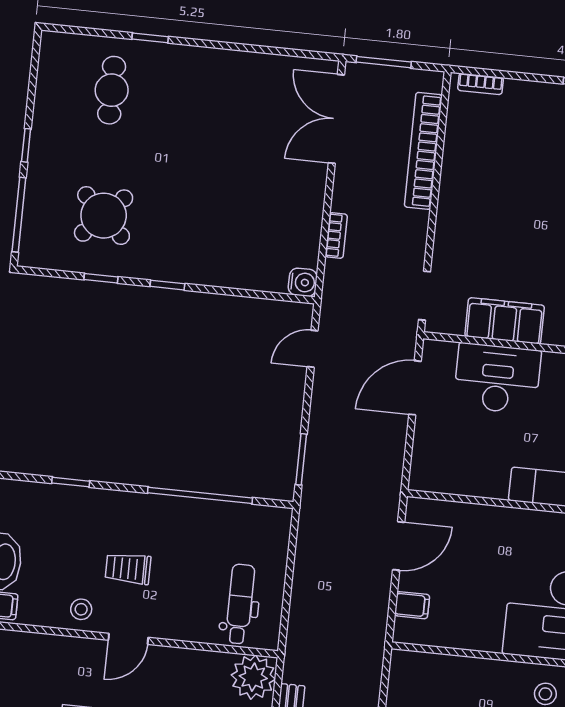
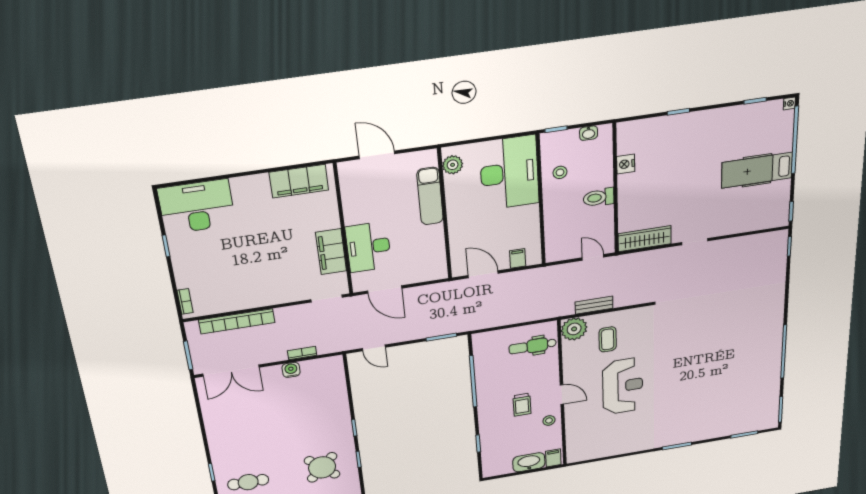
water cooler: (303, 282) -> (291, 370), moved

